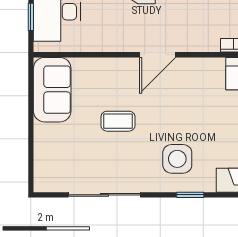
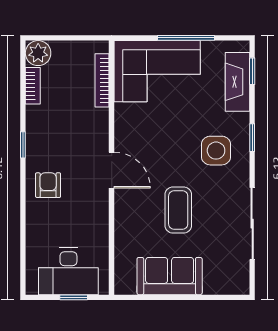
sofa: (52, 90) -> (170, 276), moved
coffee table: (118, 121) -> (178, 210), width x1.36, depth x1.30

